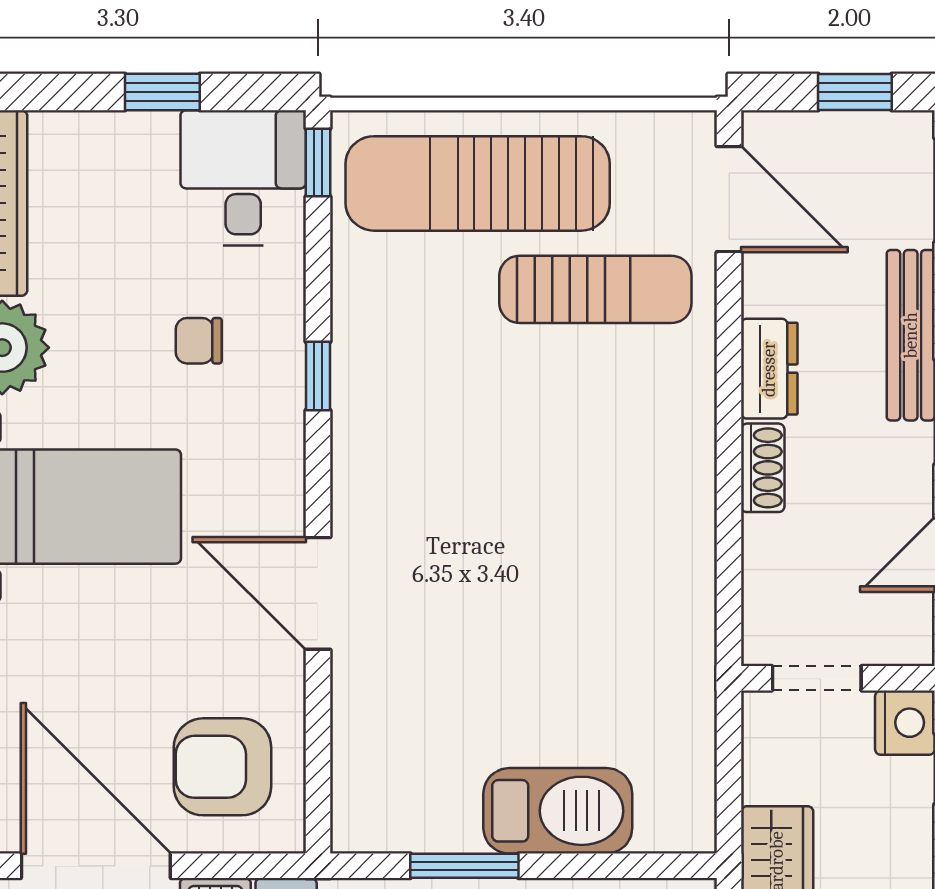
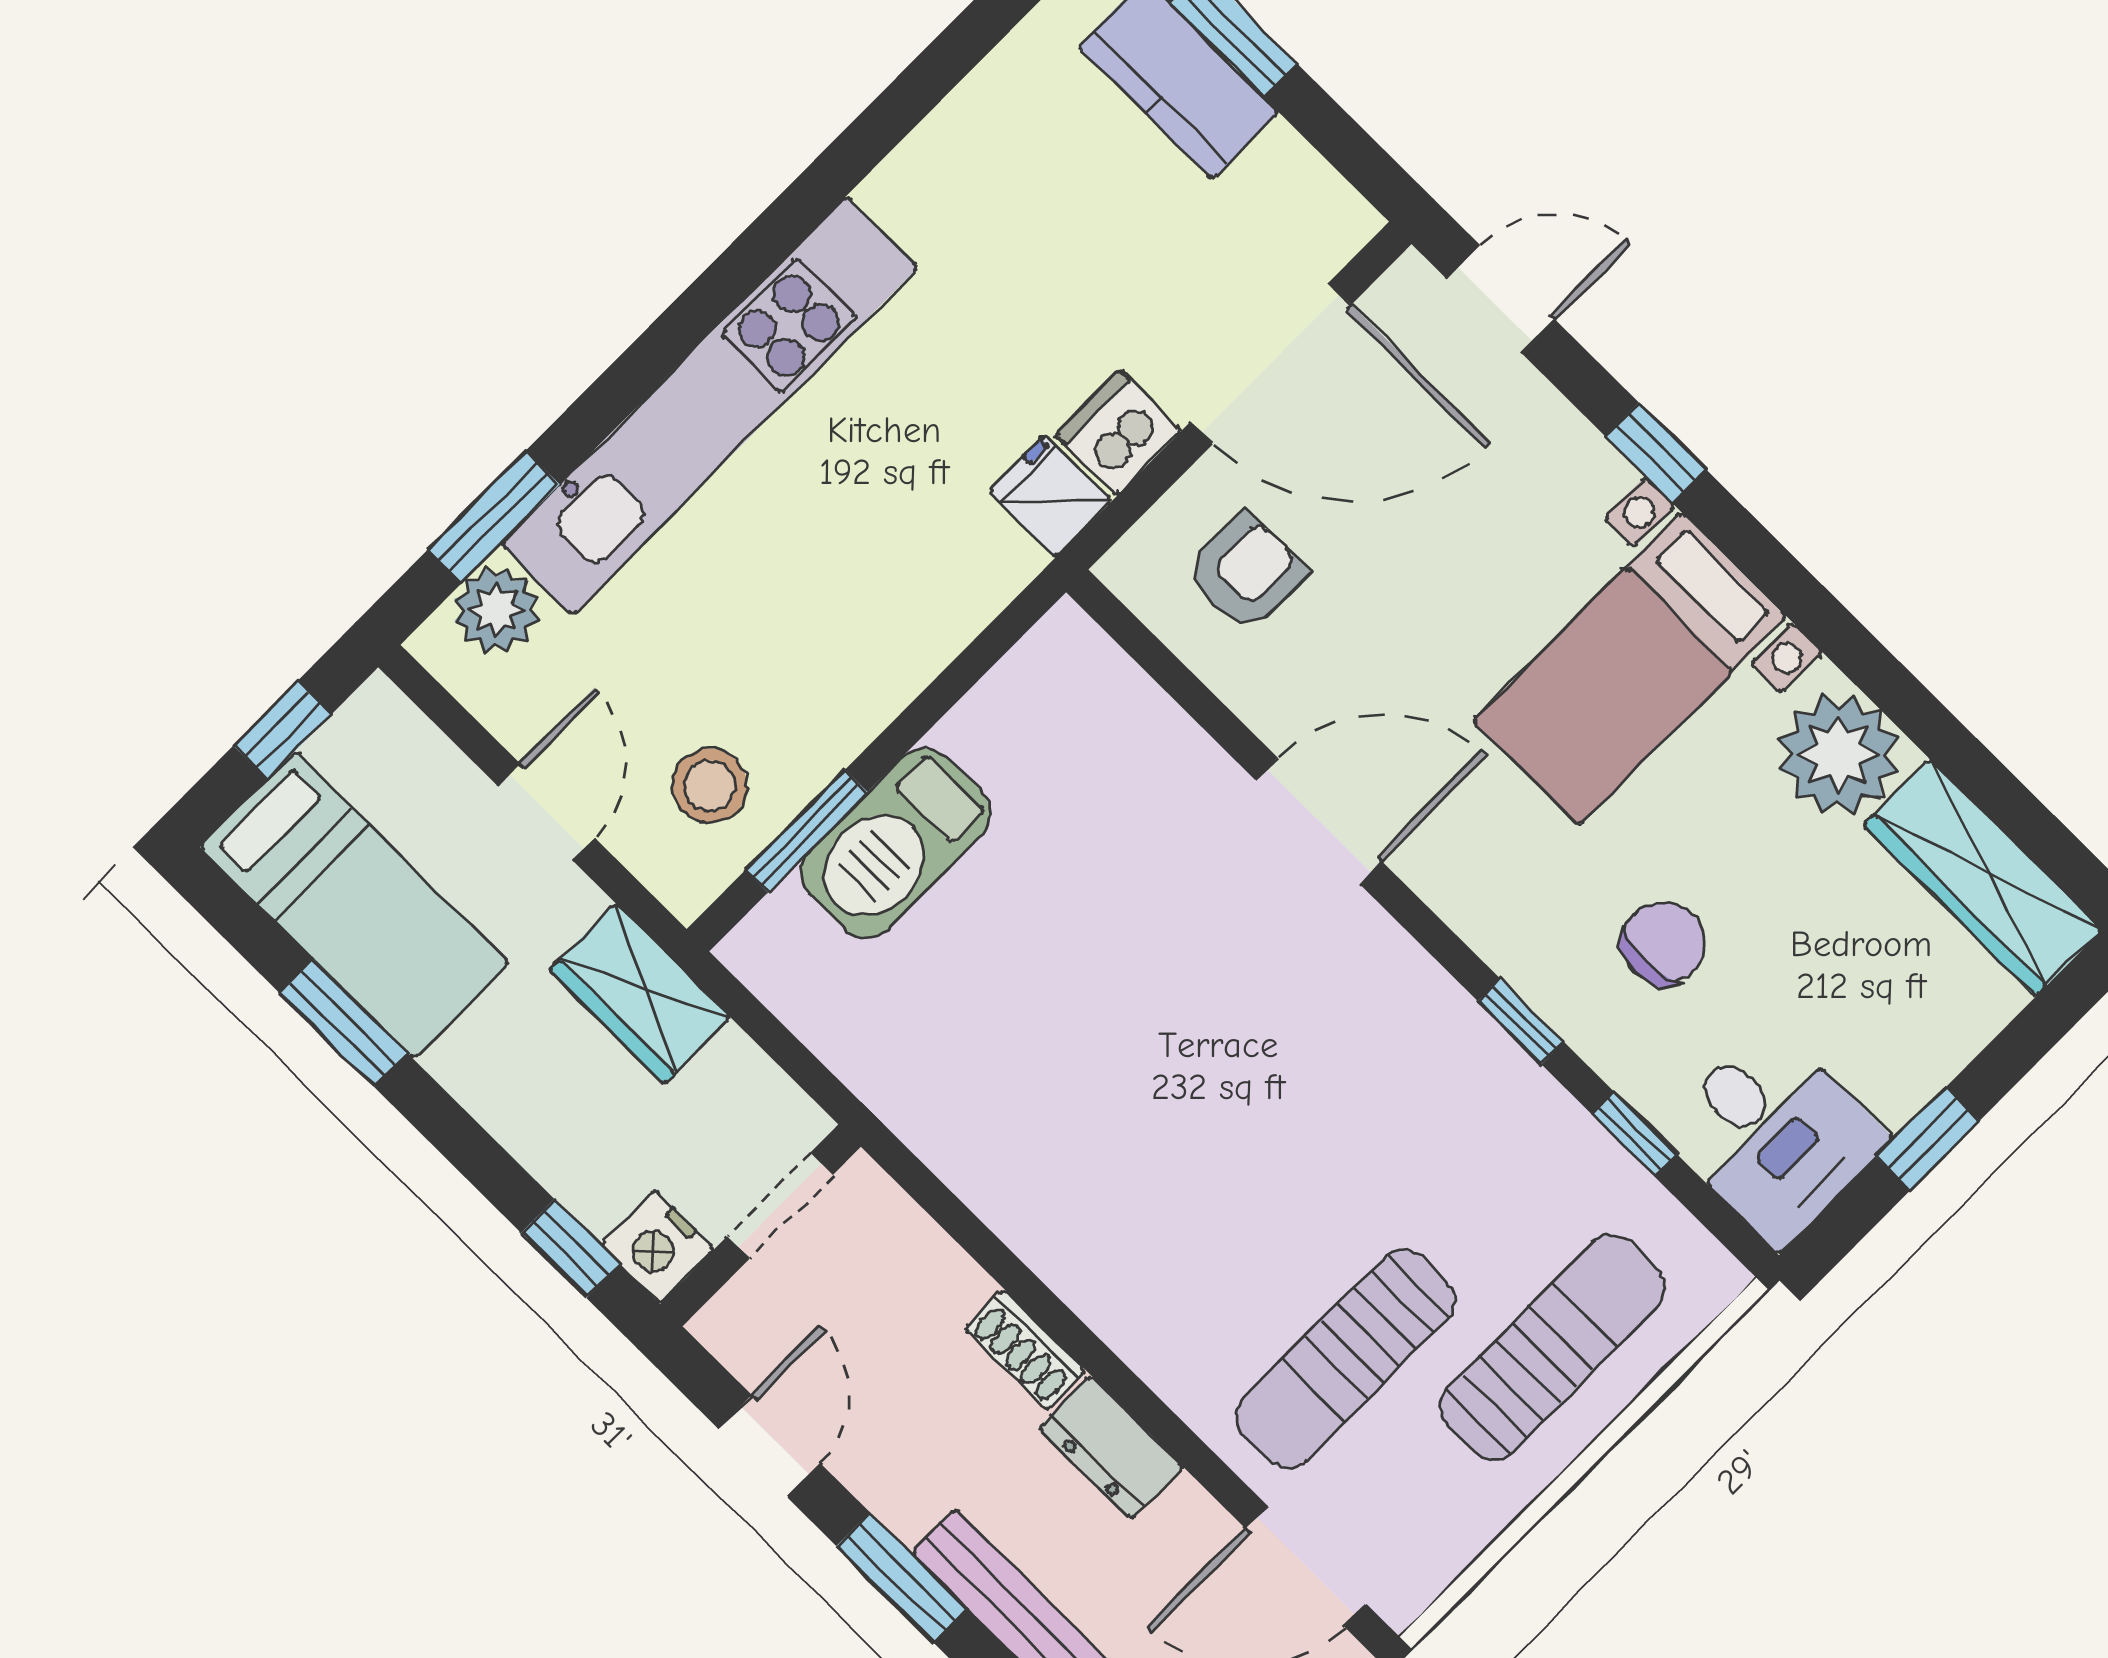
window: (318, 163) -> (1634, 1134), moved
sun lounger: (478, 183) -> (1552, 1347), width x0.73, depth x0.75
chair: (199, 341) -> (1663, 943), width x1.37, depth x1.37
armchair: (222, 767) -> (1246, 572), width x0.72, depth x0.72
window: (464, 866) -> (806, 831), moved

